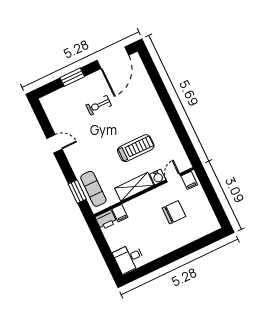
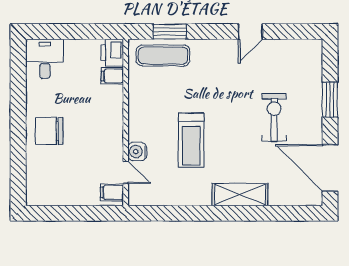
exercise bike: (99, 105) -> (274, 117), width x1.38, depth x1.39
shelving: (134, 187) -> (240, 195), moved, turned 90
chair: (174, 212) -> (49, 131), moved, turned 90

